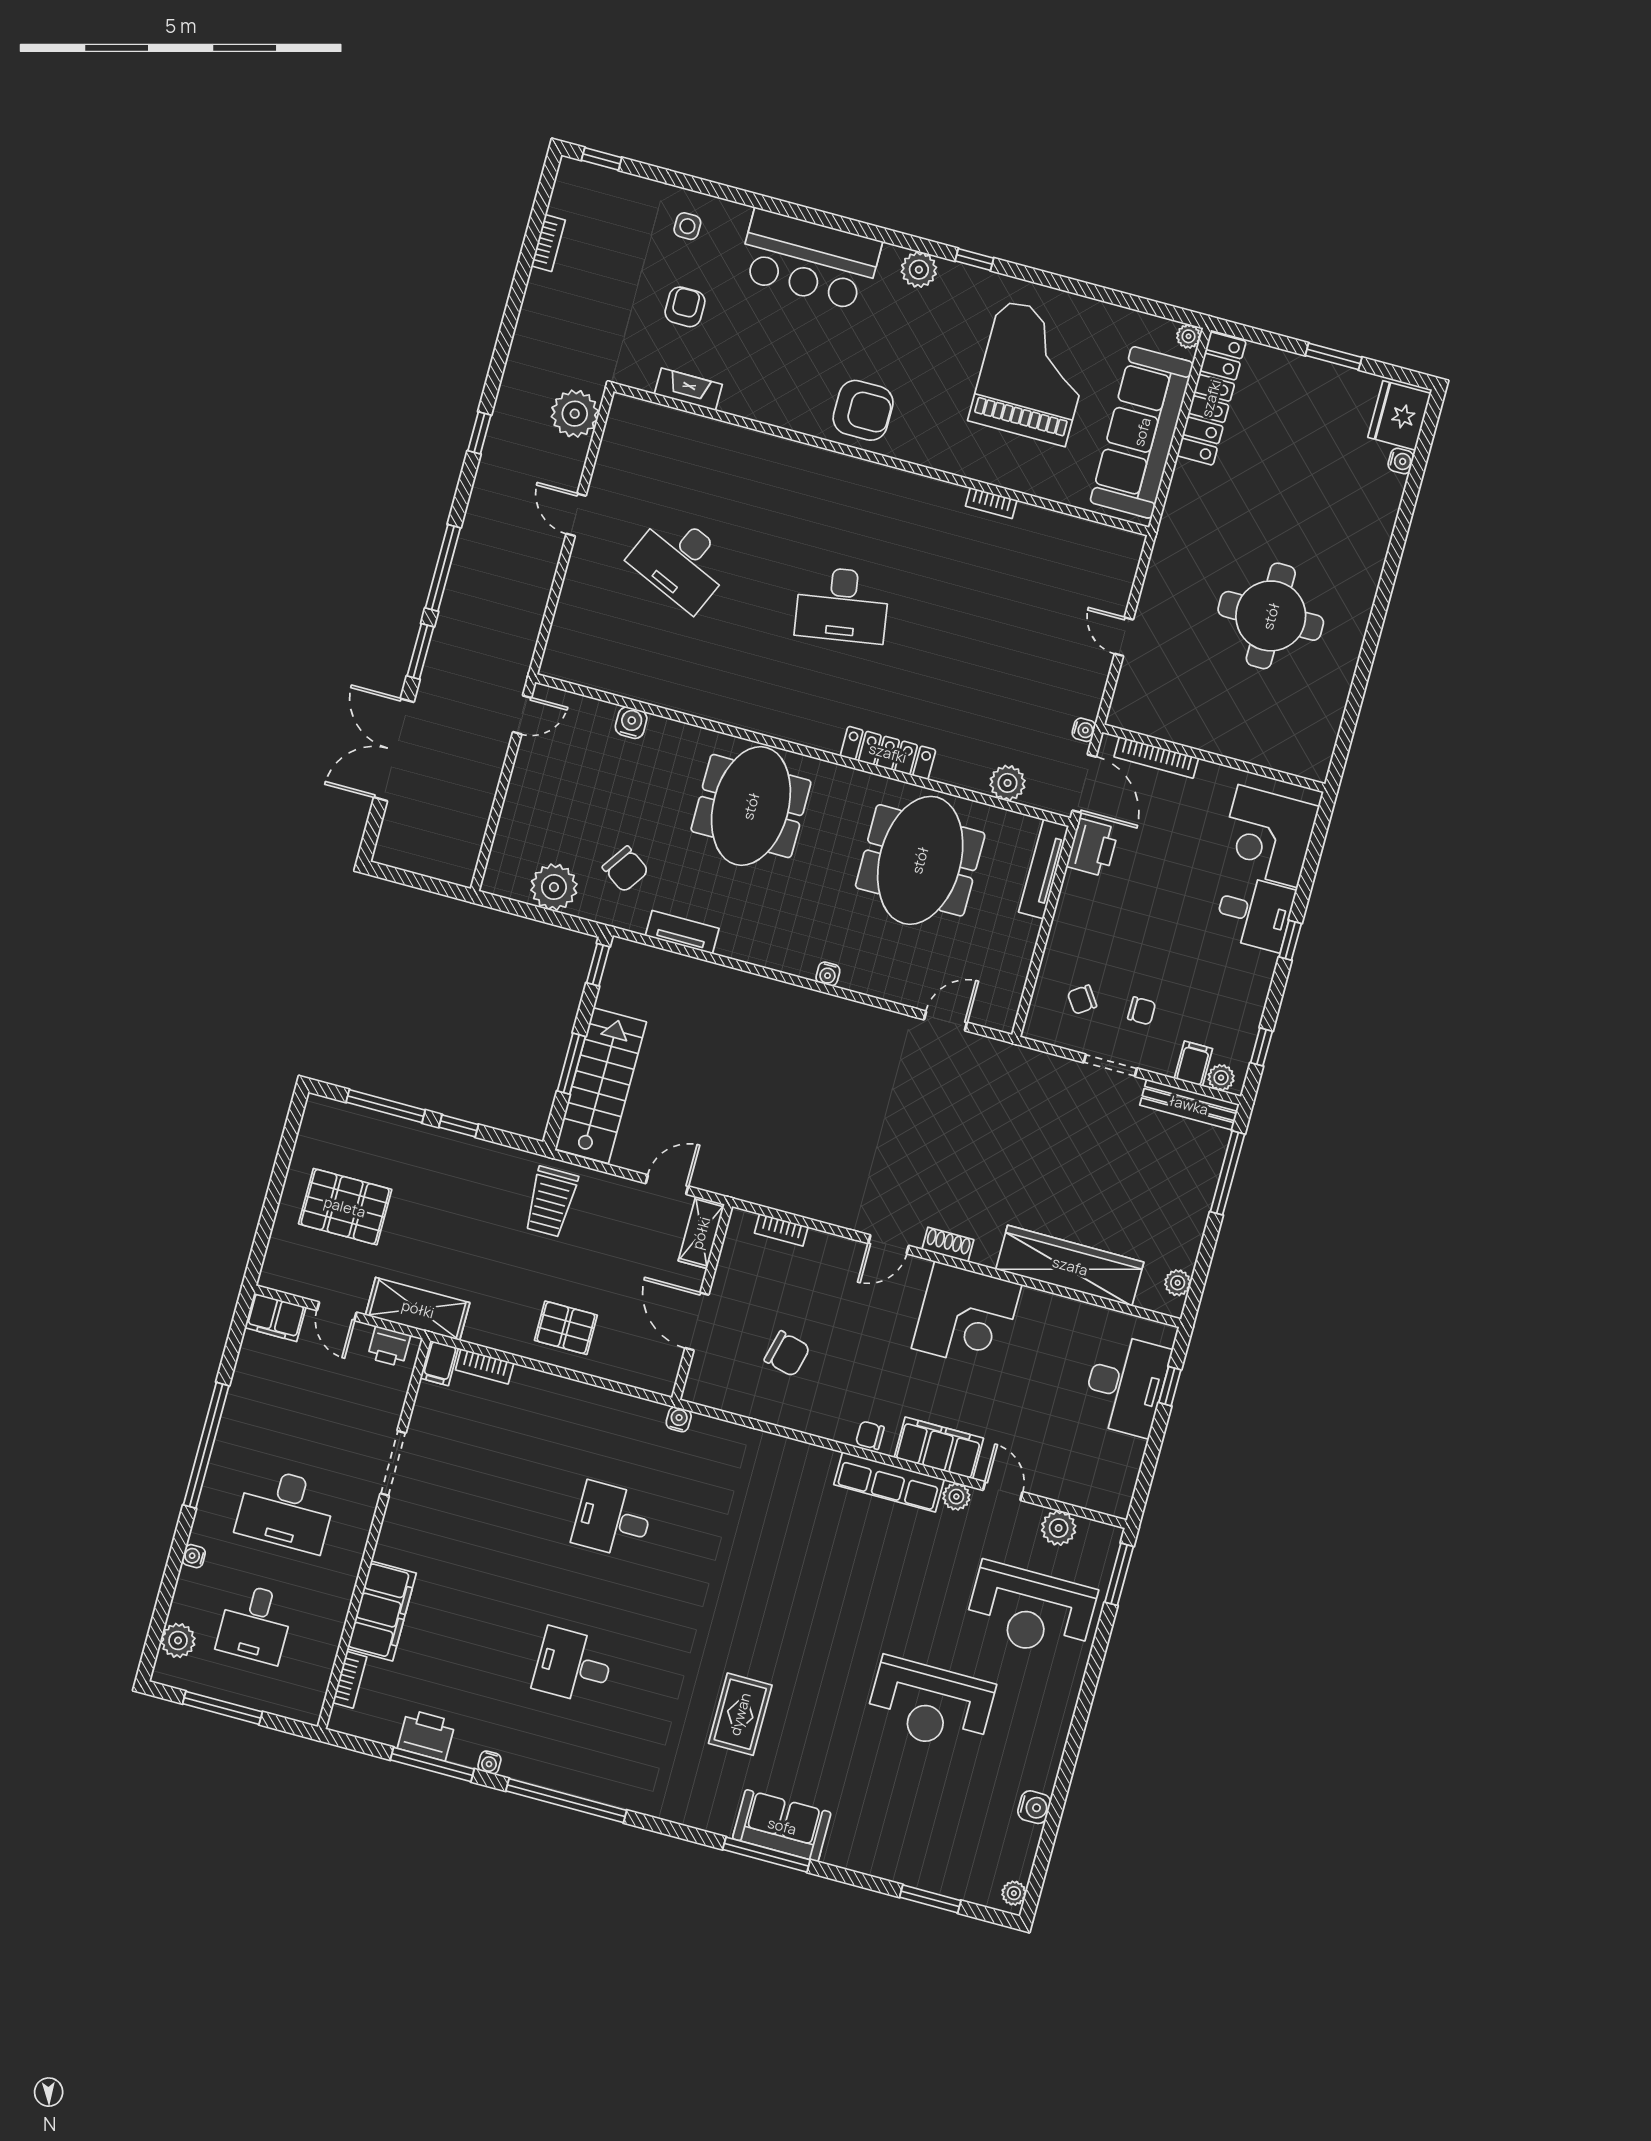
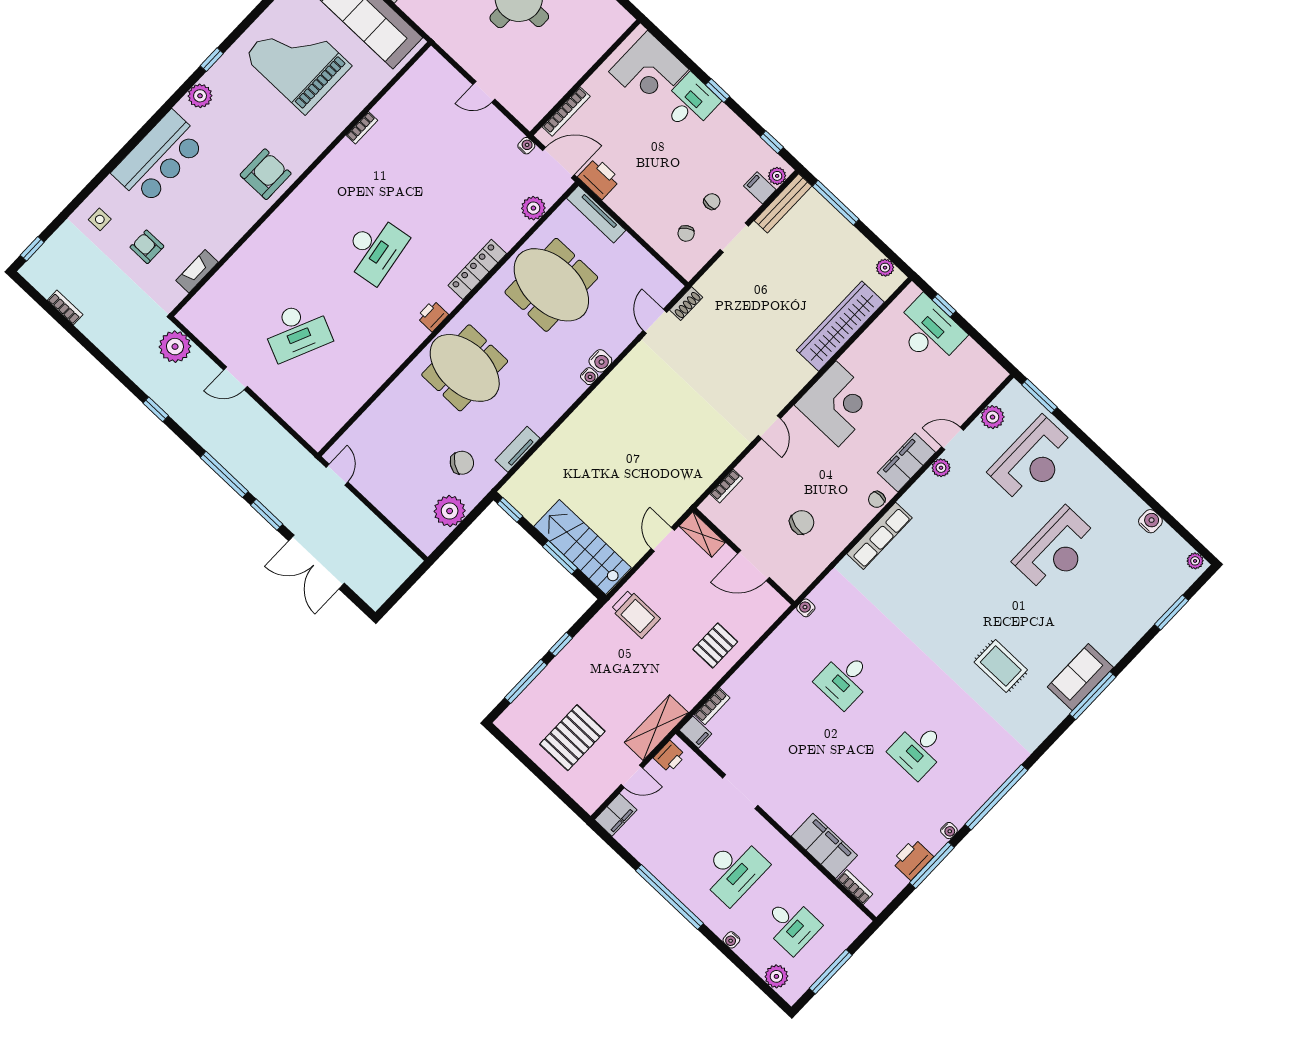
water cooler: (631, 723) -> (600, 361), moved, turned 180
printer: (796, 727) -> (432, 316), added
shoe rack: (948, 1244) -> (686, 304), moved, turned 180
row of seats: (889, 1482) -> (880, 536), moved

